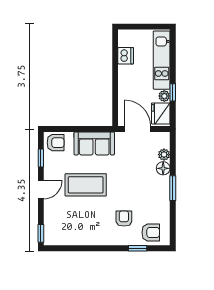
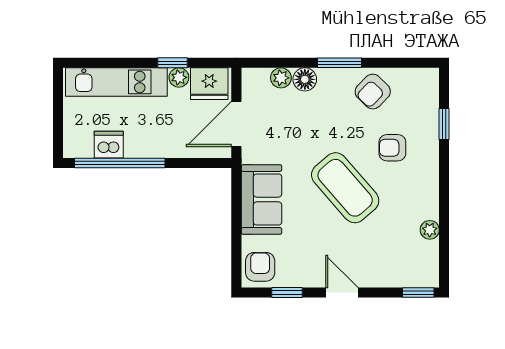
window: (115, 62) -> (120, 163), added
coffee table: (86, 185) -> (345, 188), moved, turned -41
armchair: (151, 233) -> (373, 92), moved, turned -136
plant: (77, 240) -> (430, 230), added

